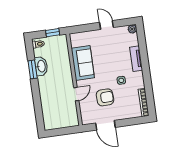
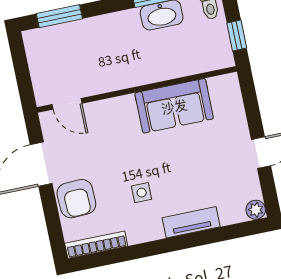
door: (76, 94) -> (67, 104), moved
armchair: (105, 97) -> (76, 199), moved
window: (39, 113) -> (59, 16), added

